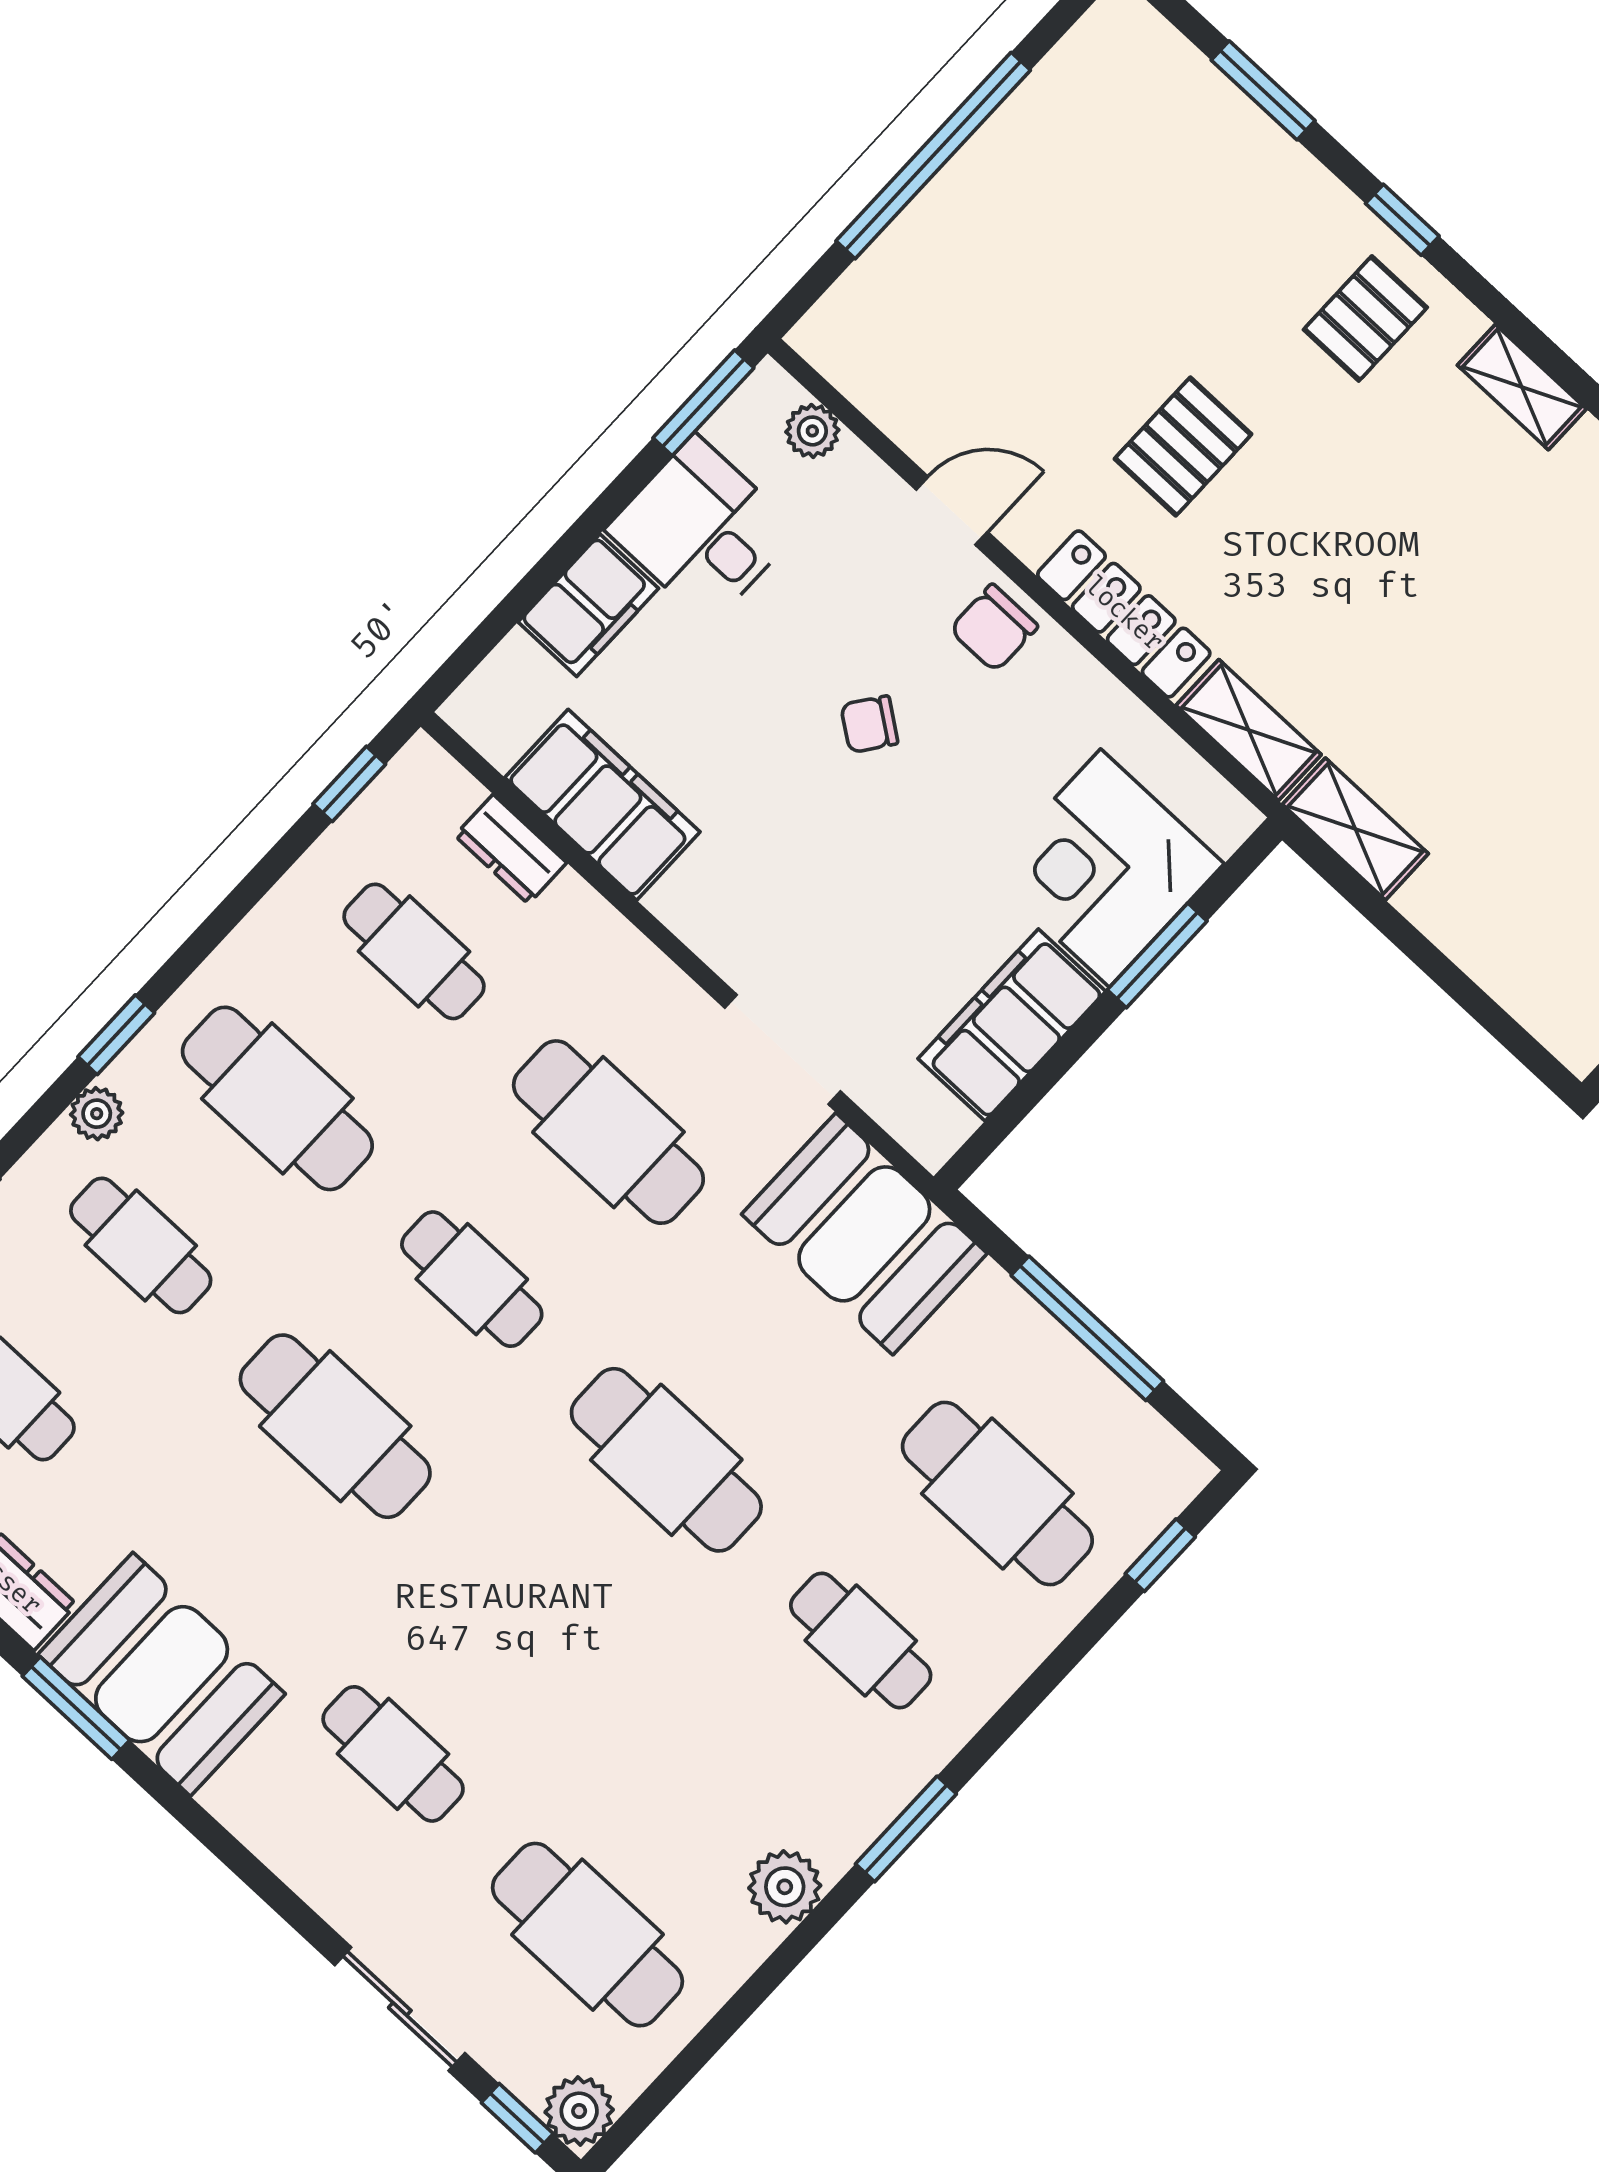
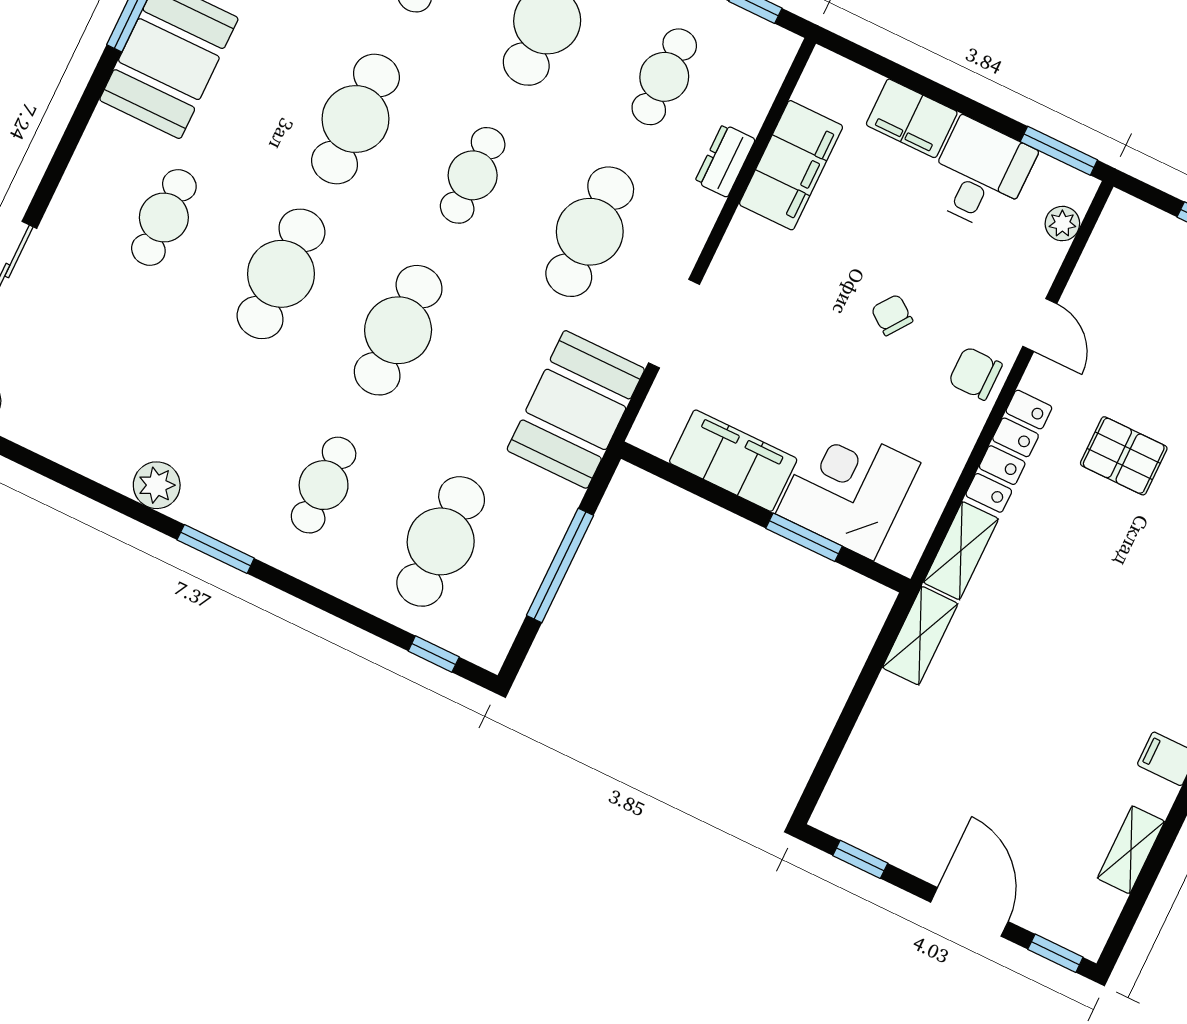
dresser: (511, 849) -> (725, 161), moved
cafe table: (587, 1935) -> (281, 274), moved

